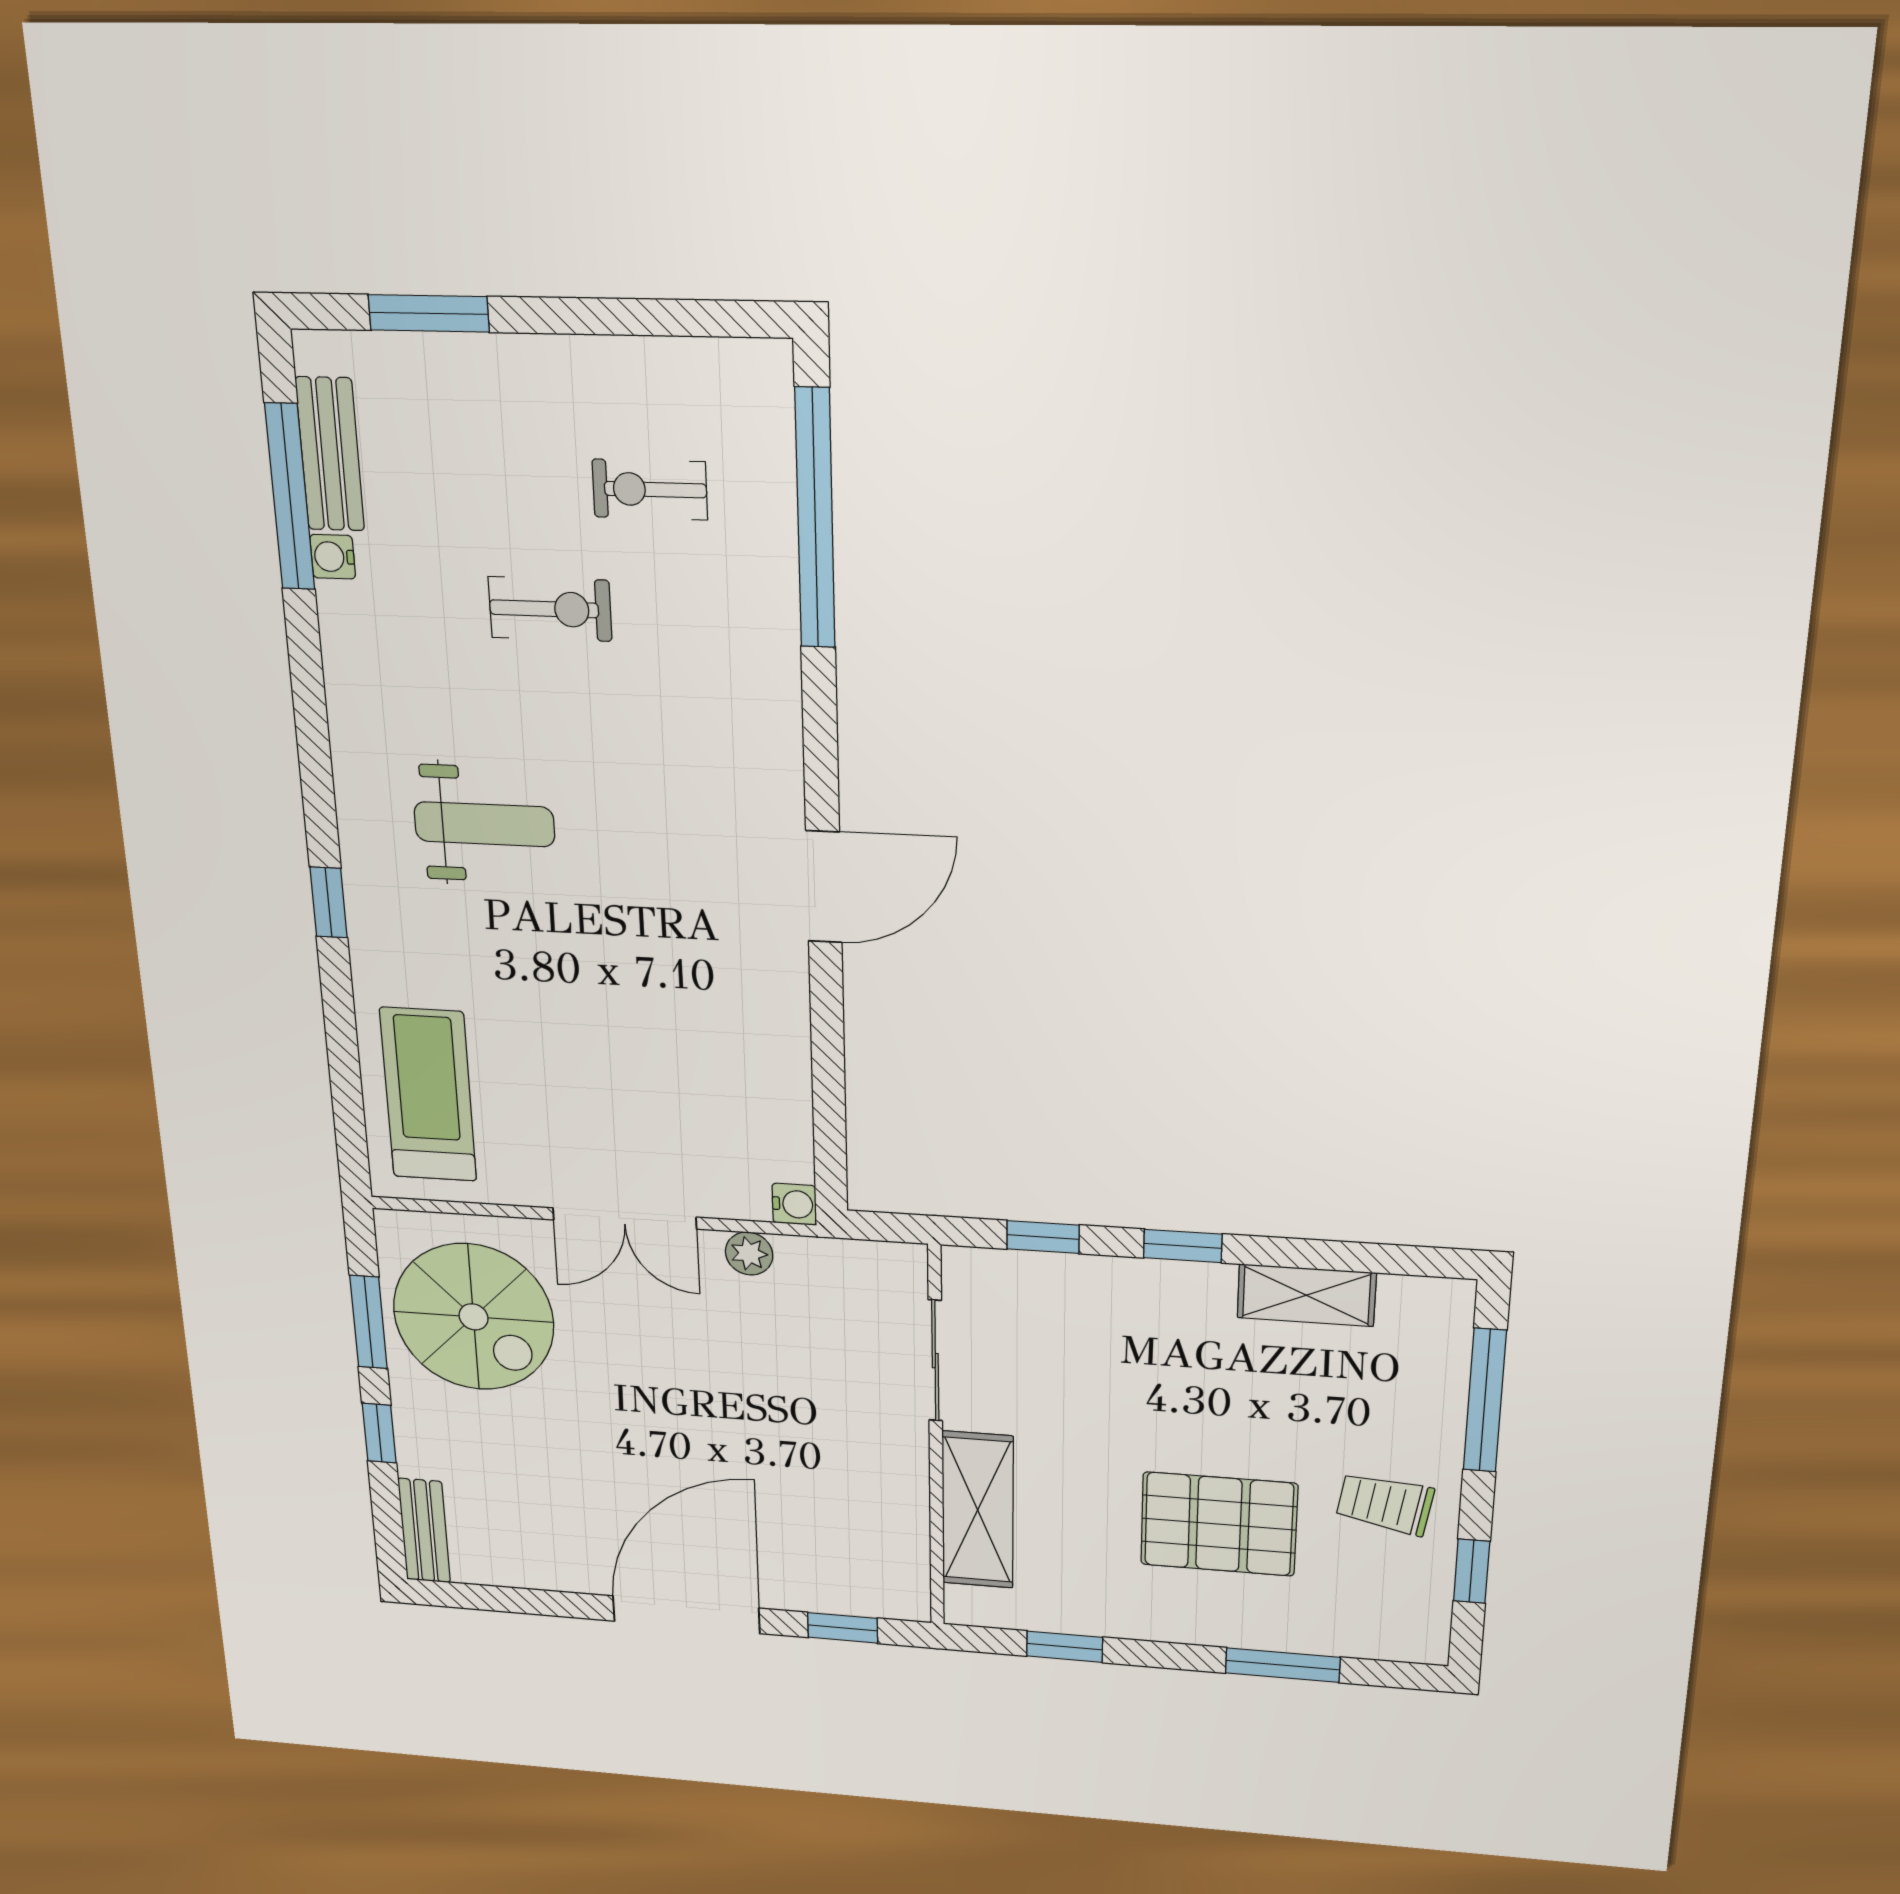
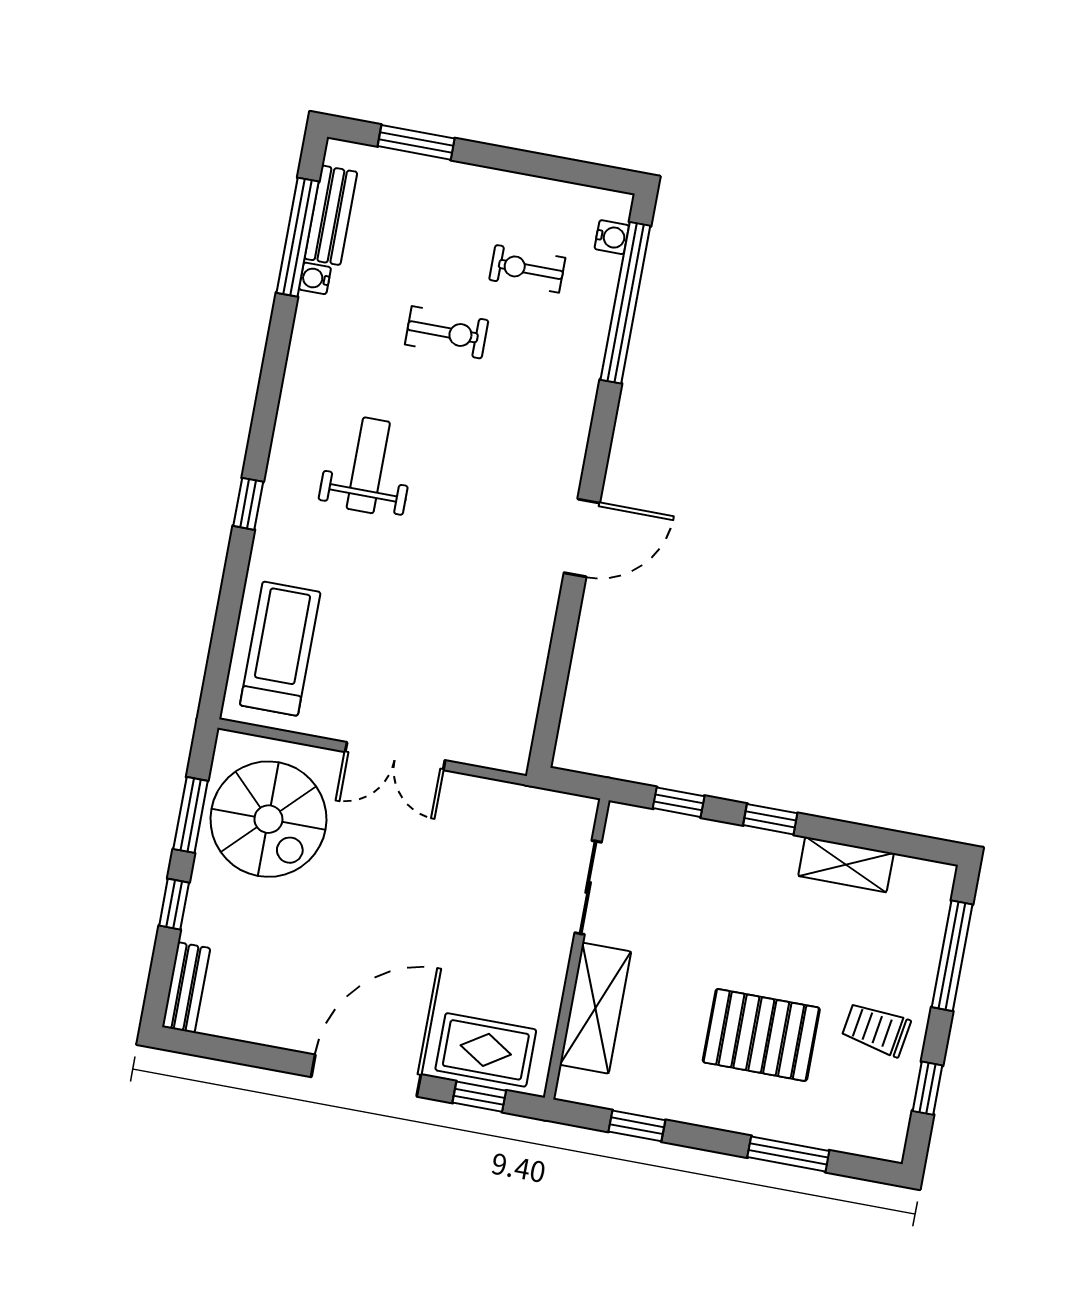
weight bench: (484, 824) -> (368, 465), turned -90
water cooler: (794, 1204) -> (612, 237), moved
plant: (749, 1254) -> (476, 792), removed
rug: (838, 1572) -> (486, 1050), added

